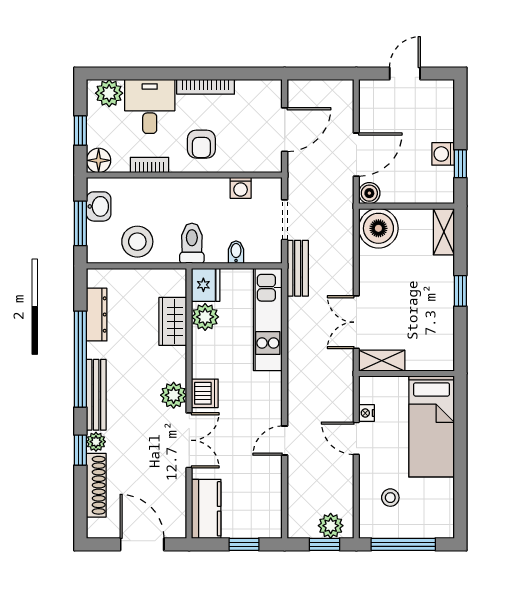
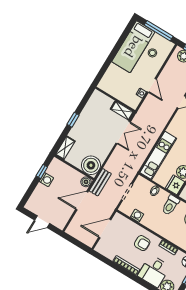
armchair: (201, 144) -> (142, 243), turned 90
bench: (298, 268) -> (100, 182), moved
bed: (432, 426) -> (133, 47), moved, turned 180

